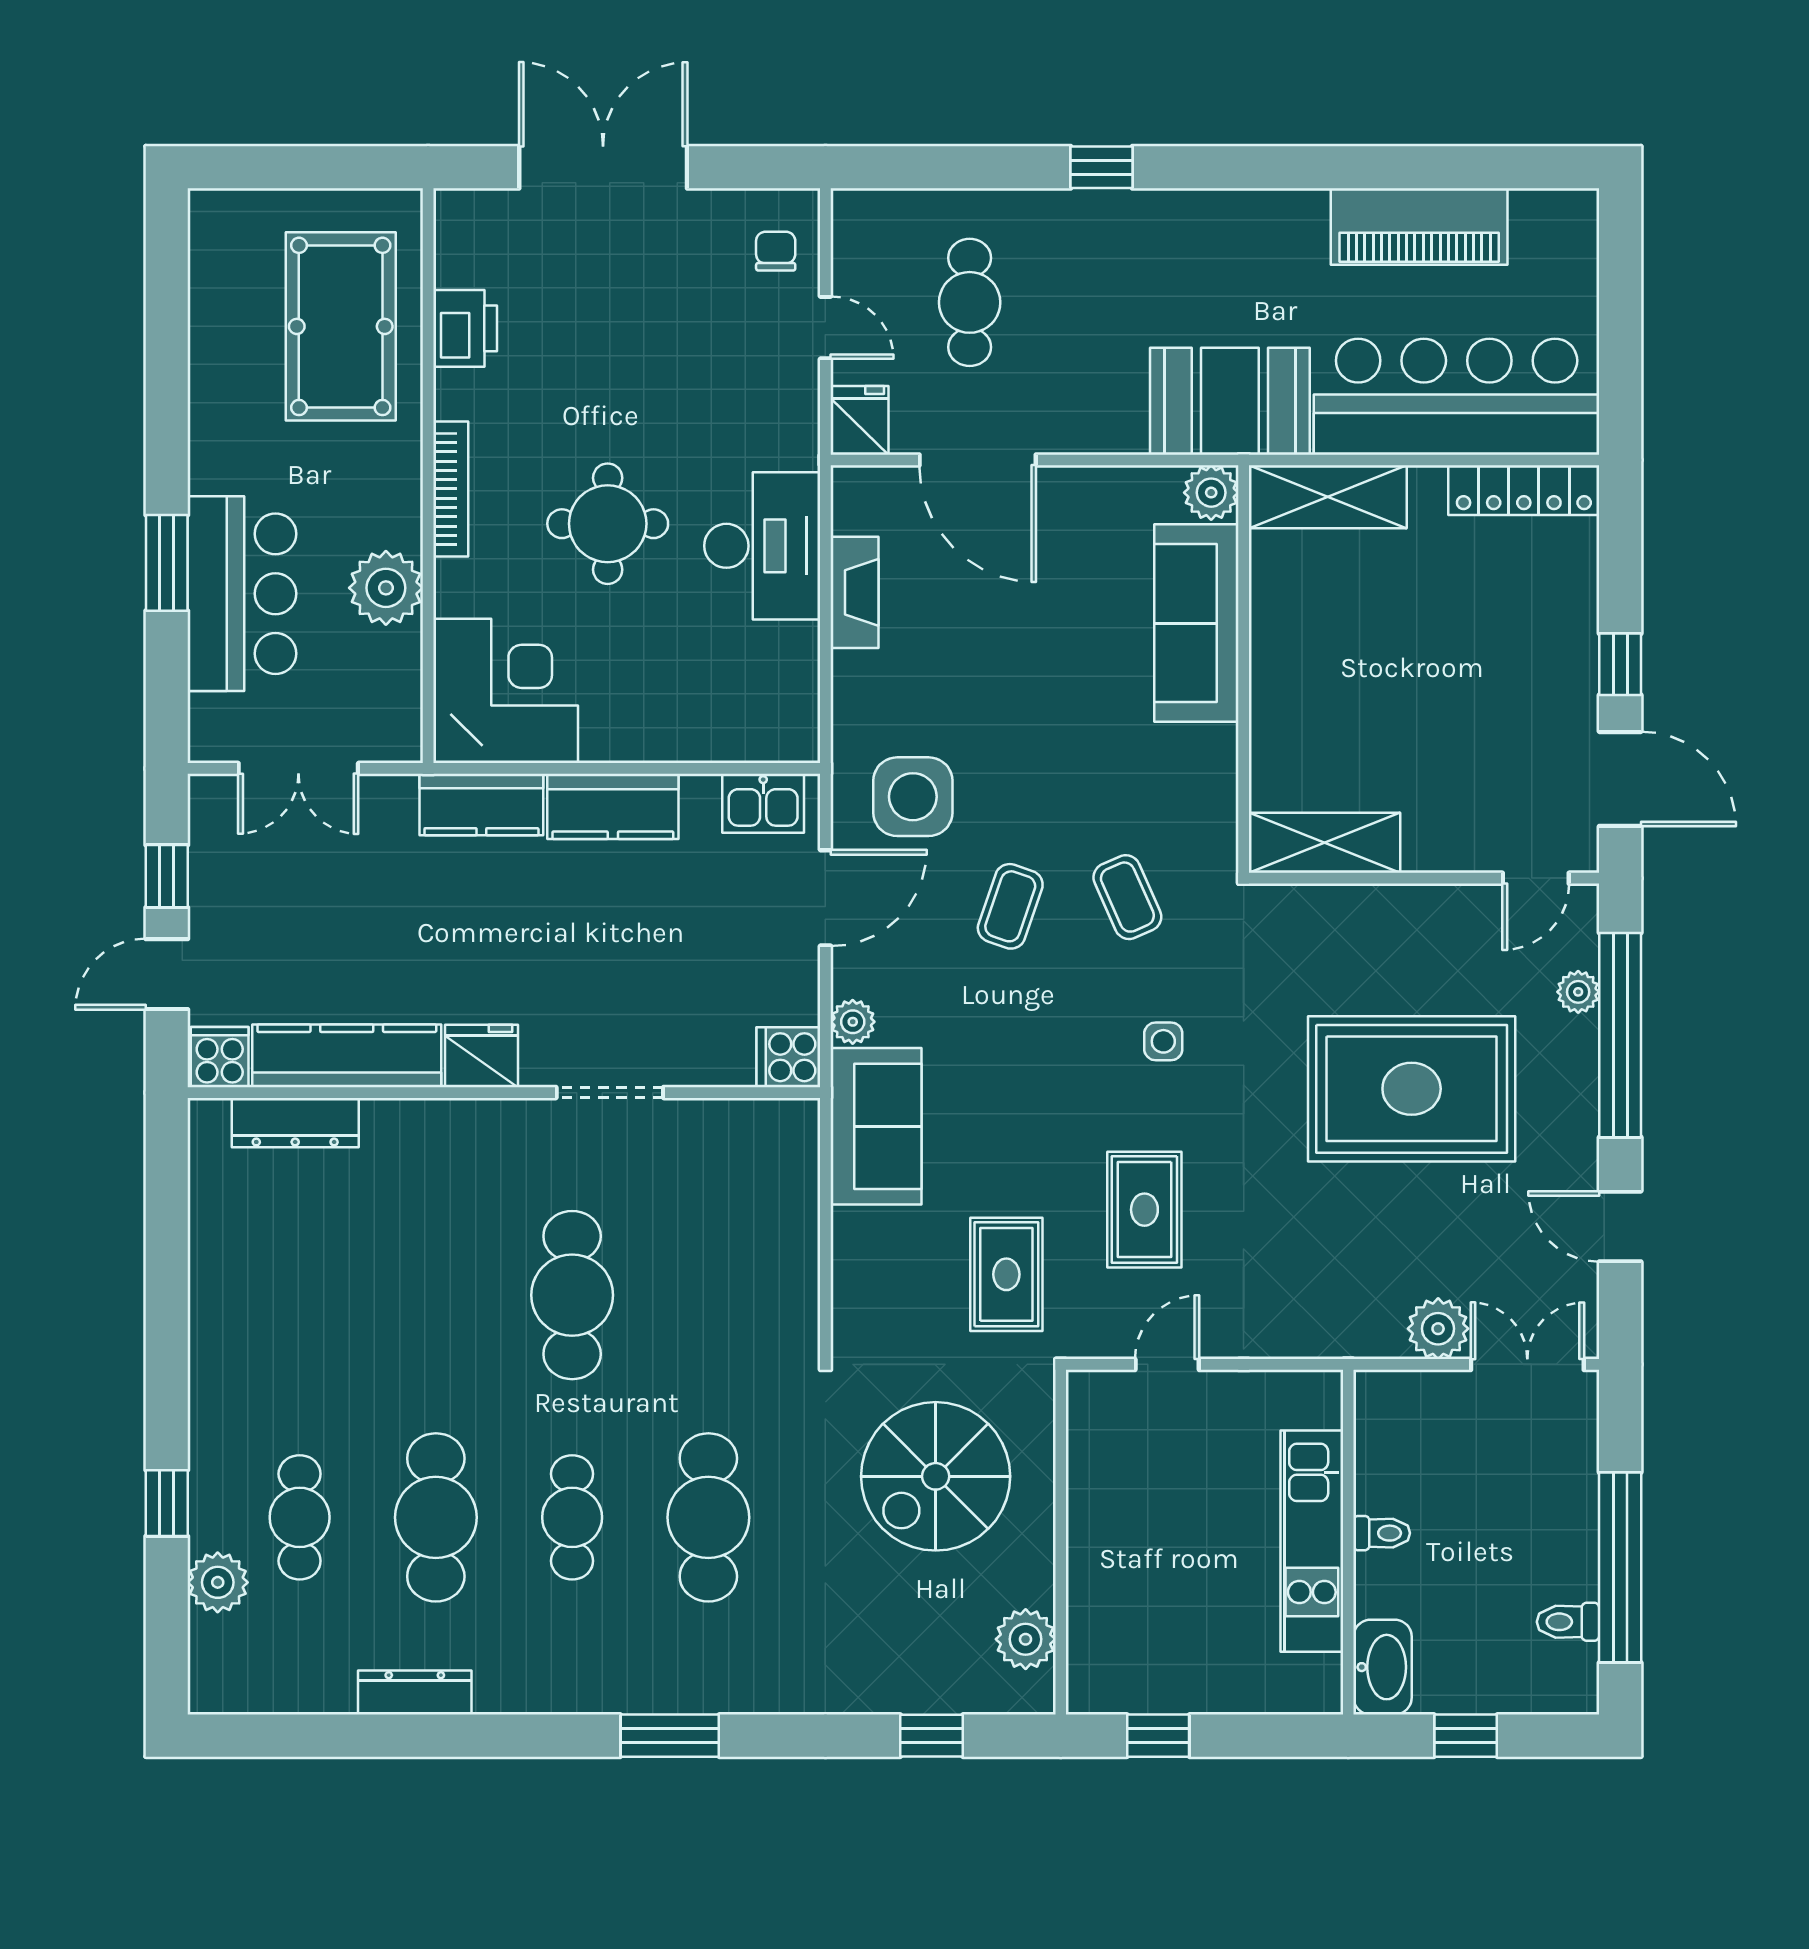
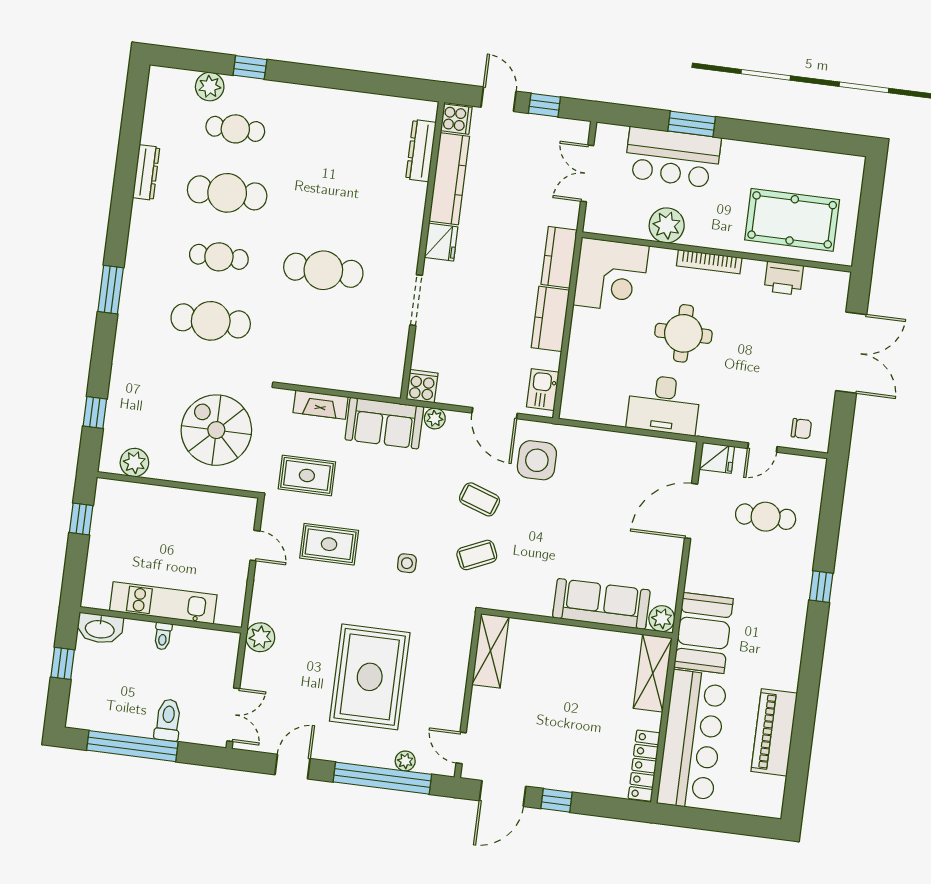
fireplace: (855, 592) -> (321, 405), moved
plant: (1438, 1329) -> (260, 637), moved
toilet: (1568, 1622) -> (168, 720), moved, width x1.37, depth x1.39

